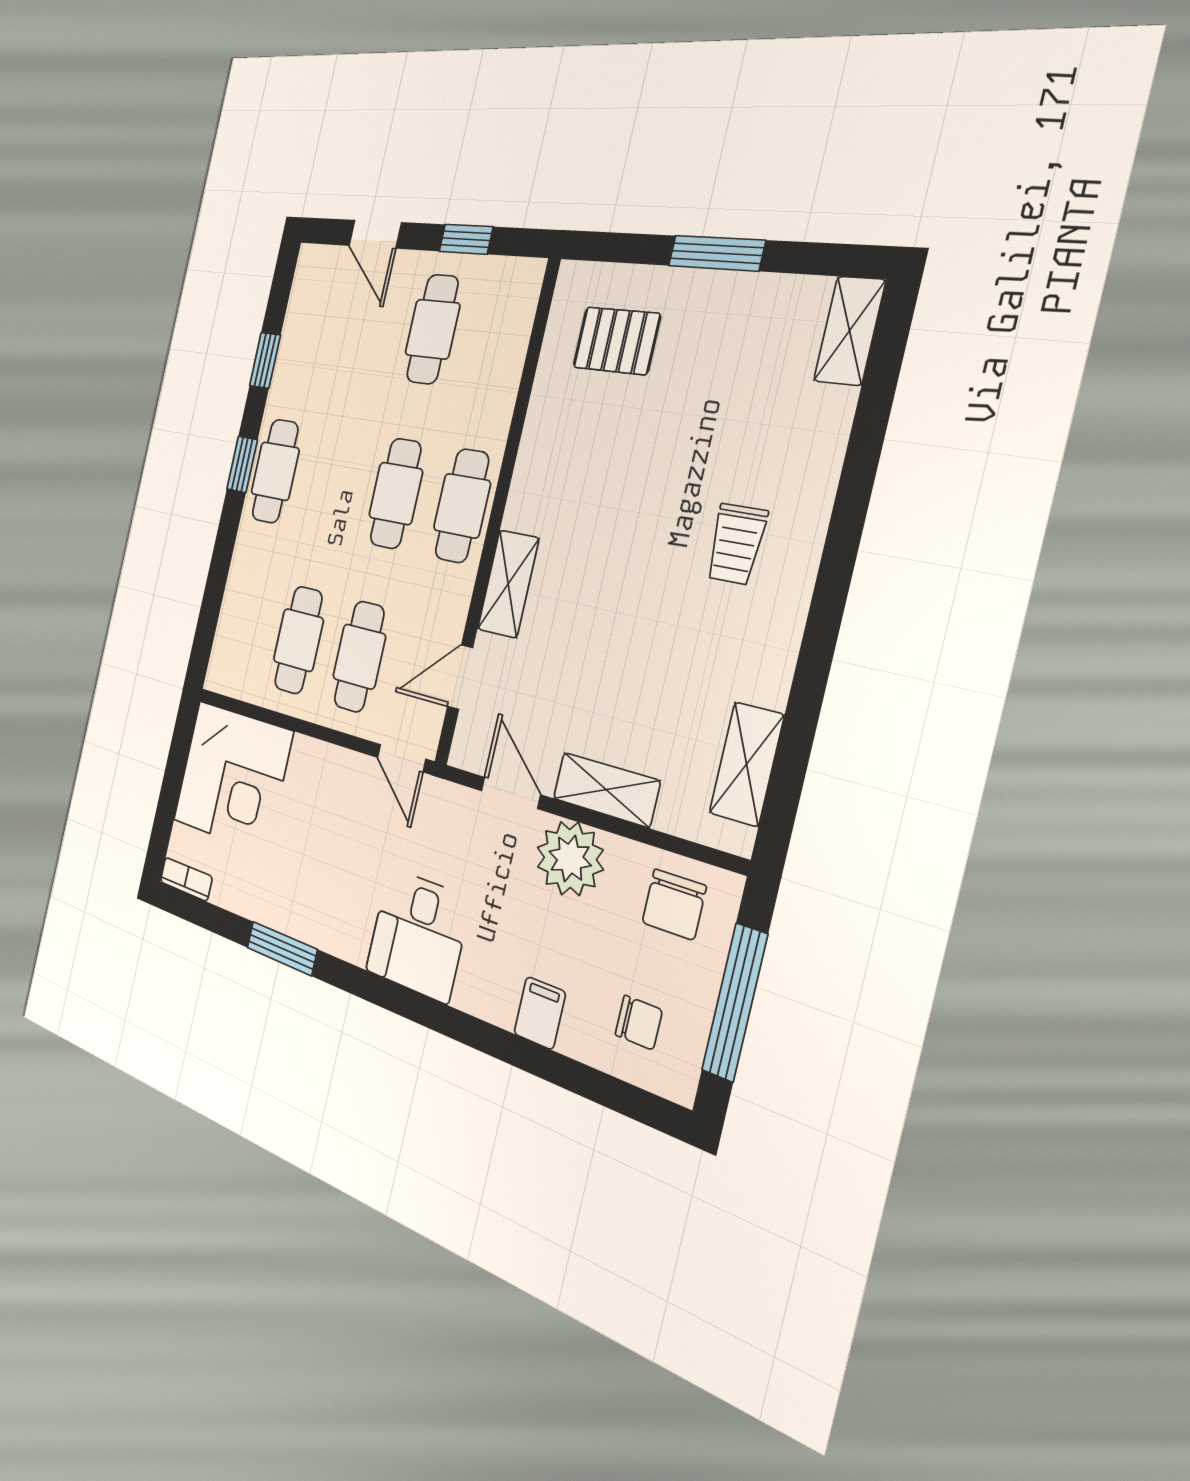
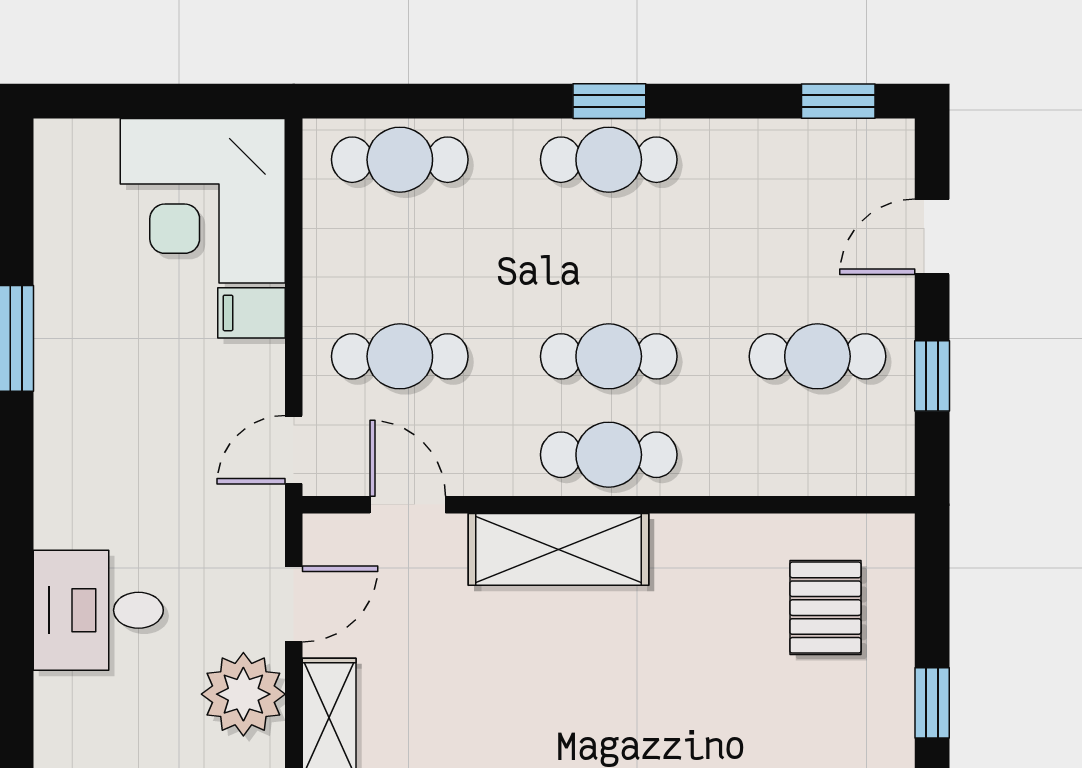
window: (716, 253) -> (932, 703), width x0.67
window: (265, 360) -> (838, 101), moved
shelving: (508, 584) -> (558, 549), width x1.50, depth x1.33
cafe table: (298, 640) -> (400, 160), moved
bookcase: (186, 879) -> (51, 162), removed
desk: (418, 935) -> (98, 610), moved
filing cabinet: (540, 1013) -> (252, 313), moved, turned 180

